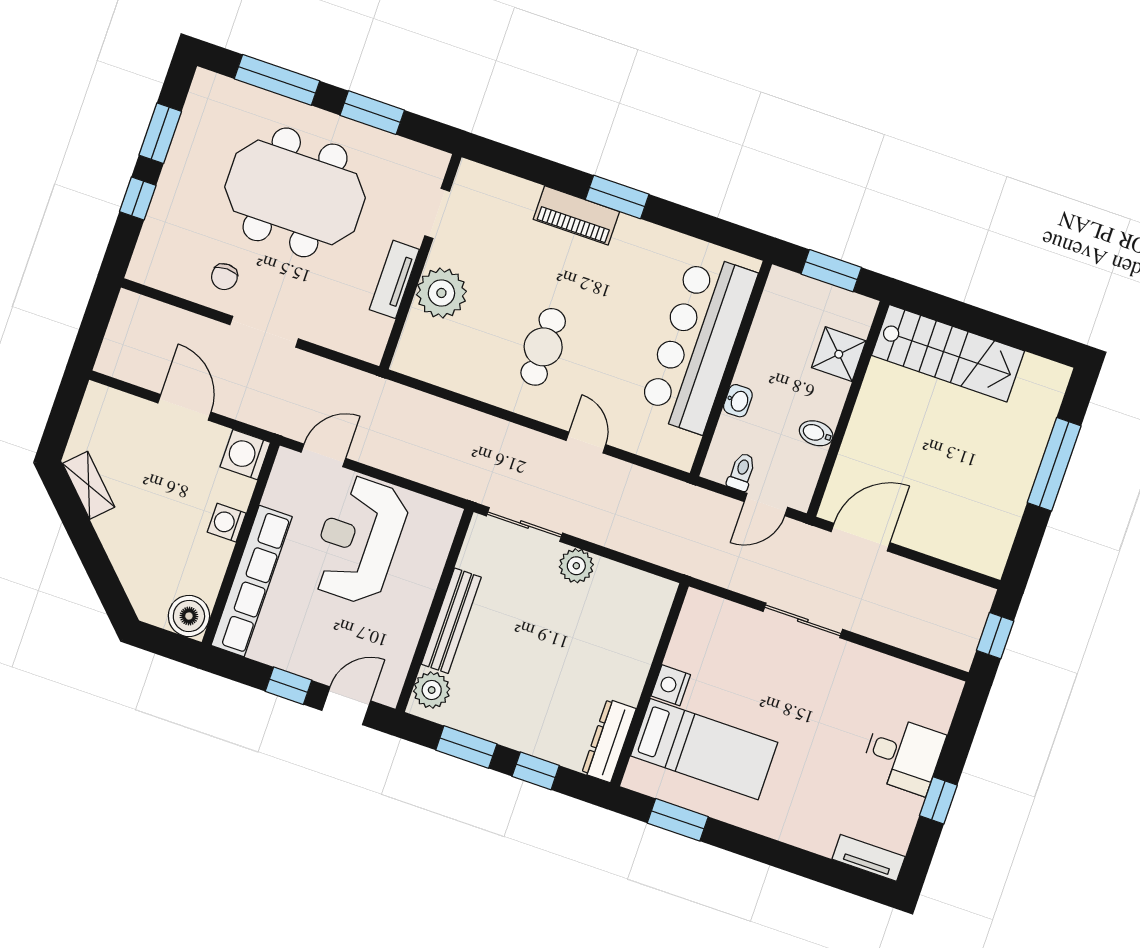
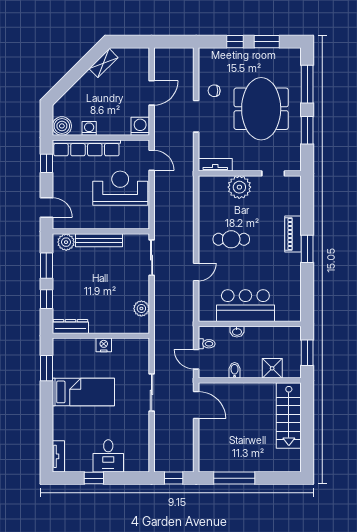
tv unit: (394, 279) -> (215, 165), moved
bar counter: (698, 343) -> (245, 306), width x0.73
window: (1054, 464) -> (234, 478), moved
washing machine: (227, 523) -> (89, 128), moved
plant: (576, 566) -> (141, 308), moved
window: (289, 686) -> (46, 163), moved
bed: (704, 749) -> (83, 392), moved, turned -90

